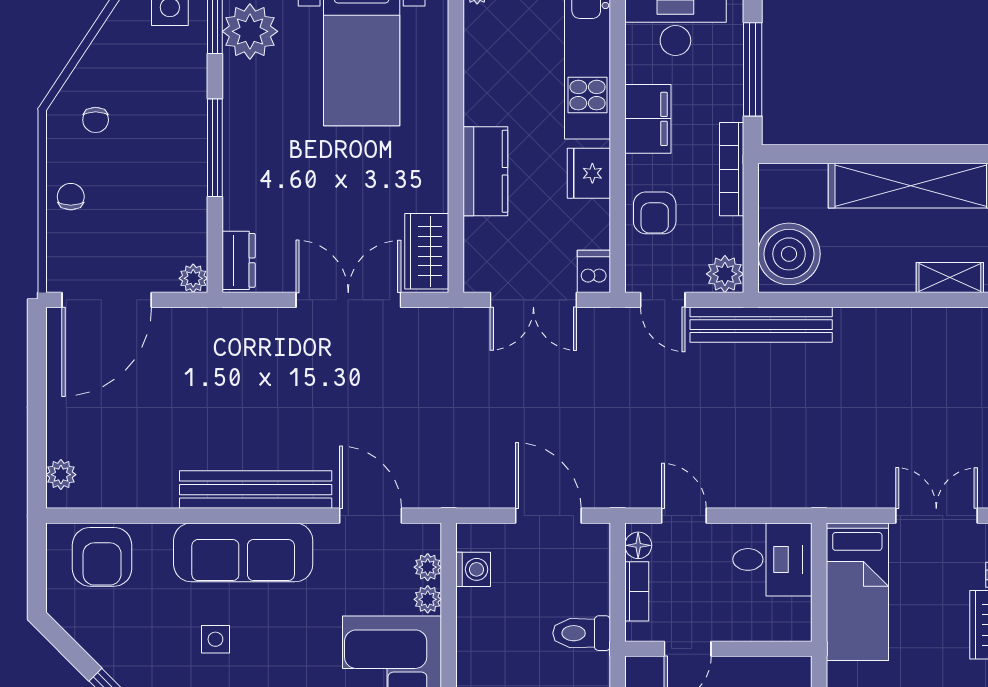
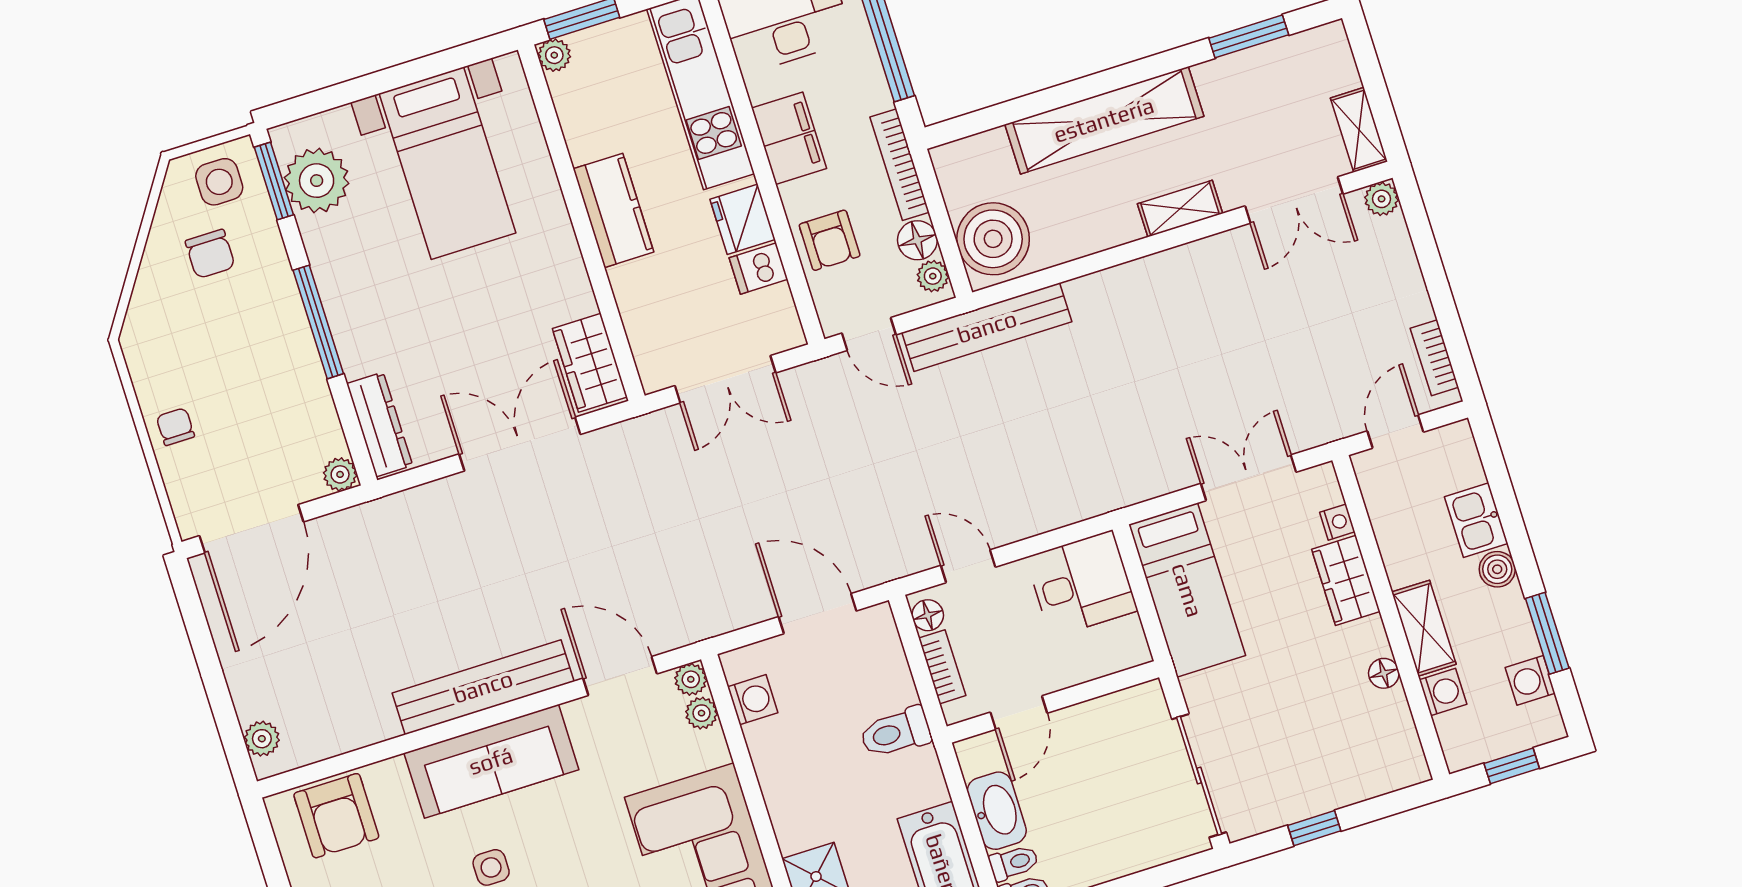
chair: (96, 120) -> (210, 254), moved, width x1.37, depth x1.37
kitchen counter: (485, 171) -> (613, 210), moved
floor lamp: (727, 236) -> (917, 240), added
dresser: (239, 260) -> (380, 424), width x1.44
dishwasher: (594, 271) -> (758, 269), moved, turned -90
plant: (725, 274) -> (933, 276), width x0.73, depth x0.73
plant: (428, 599) -> (691, 679), moved

